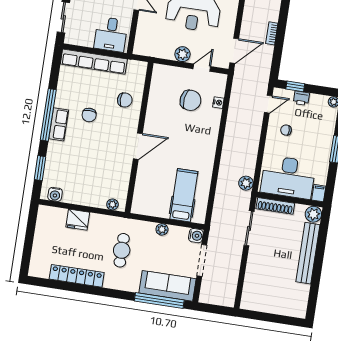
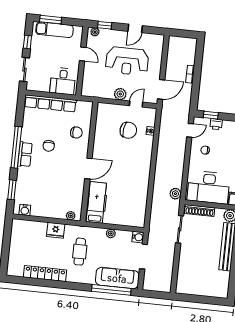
hospital bed: (184, 195) -> (96, 202), moved
fridge: (78, 220) -> (56, 230), moved

